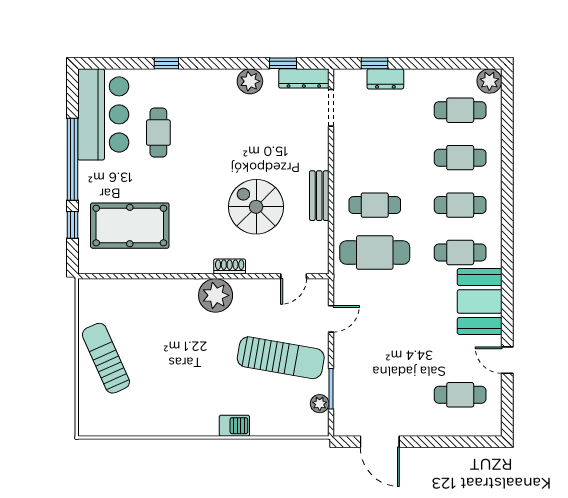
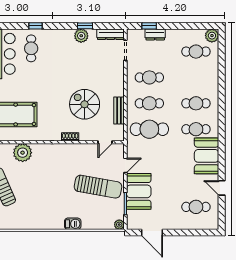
window: (283, 63) -> (85, 26), moved
cafe table: (158, 133) -> (31, 48), moved
cafe table: (460, 158) -> (149, 77), moved
bench: (319, 196) -> (119, 111), moved
plant: (216, 295) -> (23, 153), moved
booth: (355, 366) -> (139, 191), added
plant: (320, 404) -> (119, 225), moved

